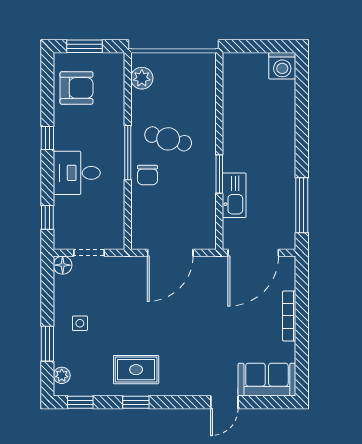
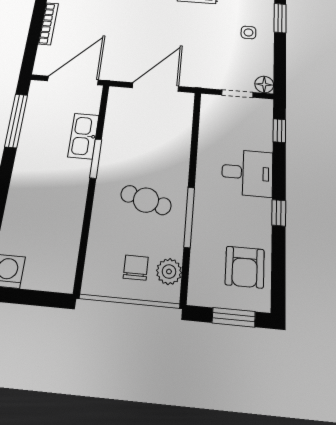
armchair: (76, 88) -> (245, 267), turned -90
window: (128, 153) -> (189, 217), moved
chair: (147, 175) -> (136, 268), moved

